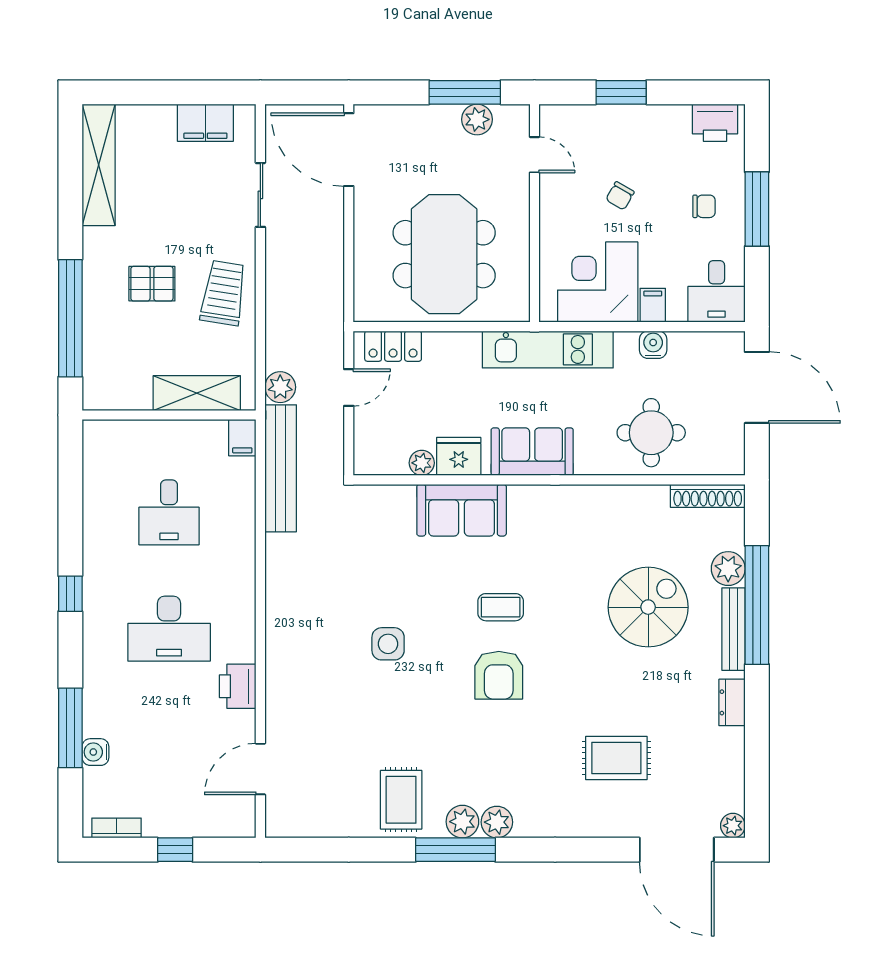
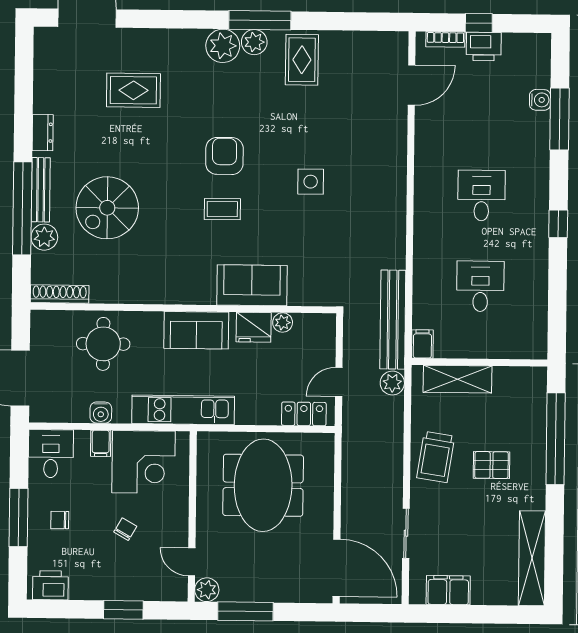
plant: (477, 119) -> (207, 590), moved
desk: (169, 629) -> (481, 196), width x0.73
printer: (238, 686) -> (484, 46), moved, turned 90
plant: (497, 822) -> (223, 46), width x1.36, depth x1.36
plant: (733, 826) -> (43, 36), removed
bookcase: (117, 828) -> (445, 39), moved

